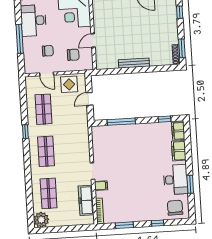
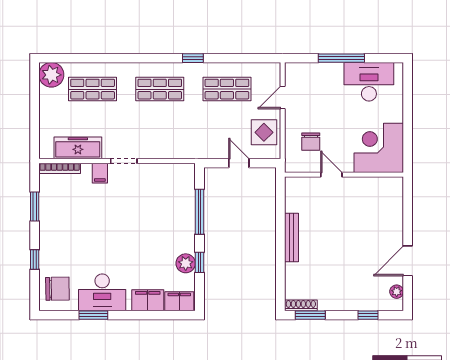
chair: (48, 51) -> (319, 102), removed
window: (164, 119) -> (200, 262), moved
plant: (154, 128) -> (186, 263), added

